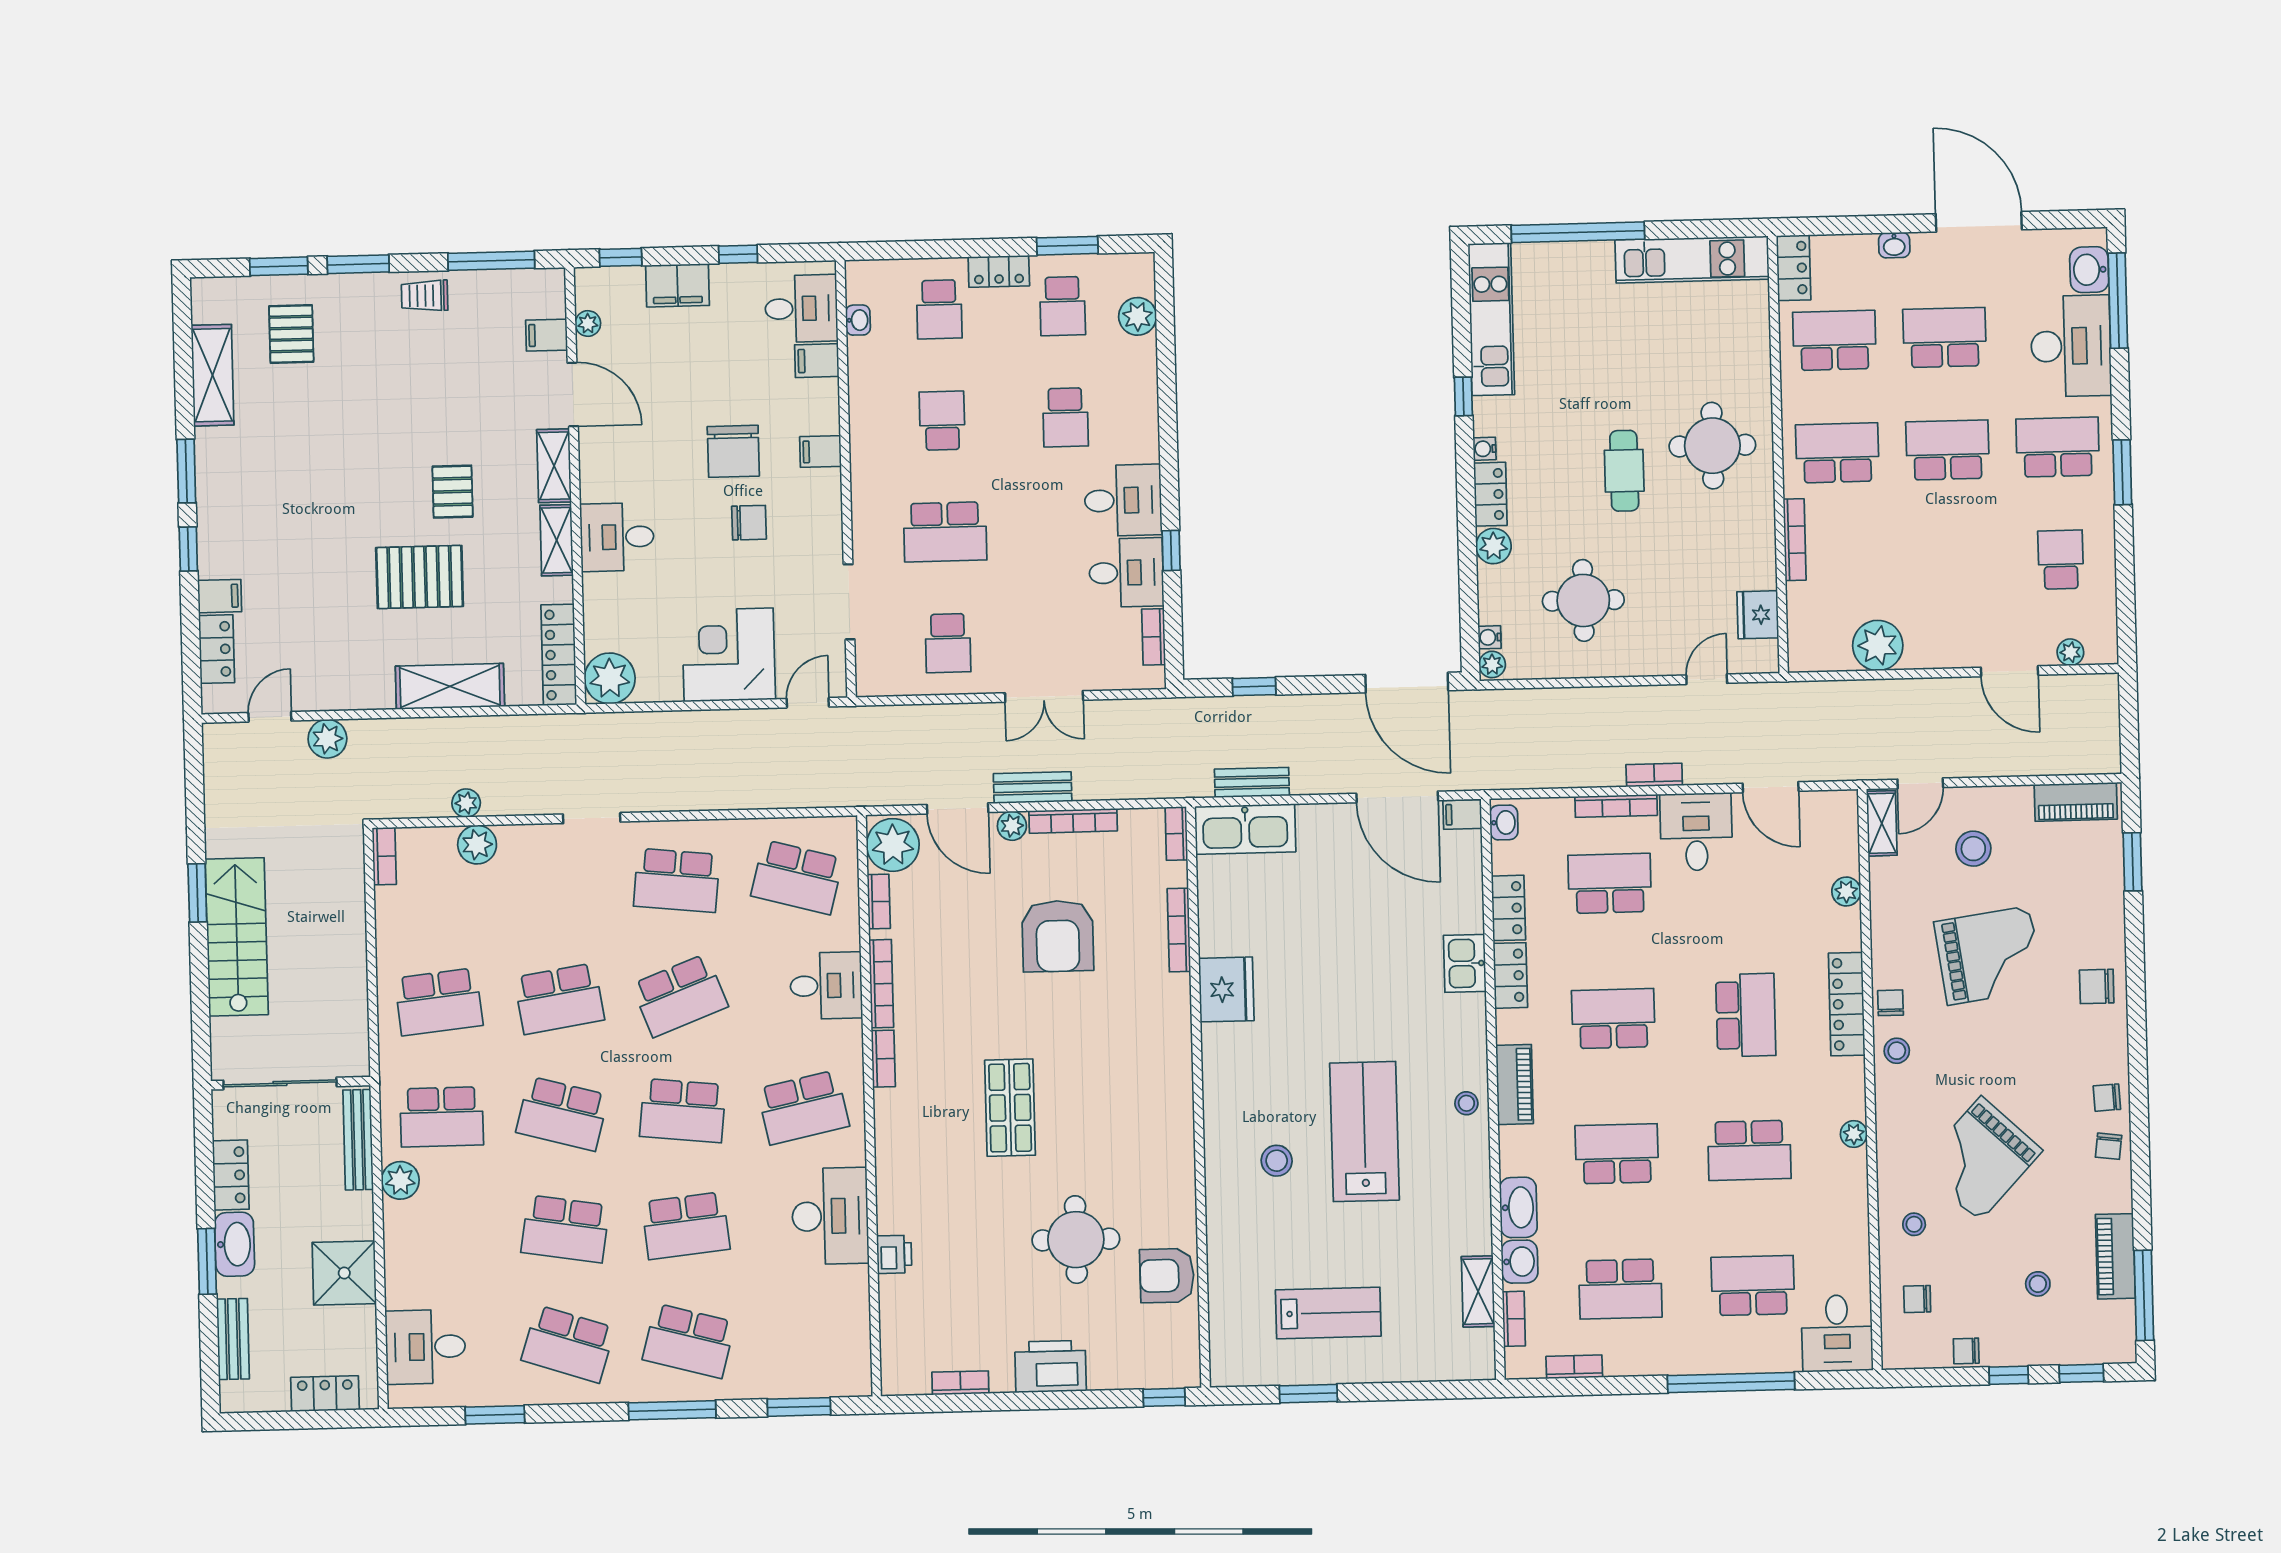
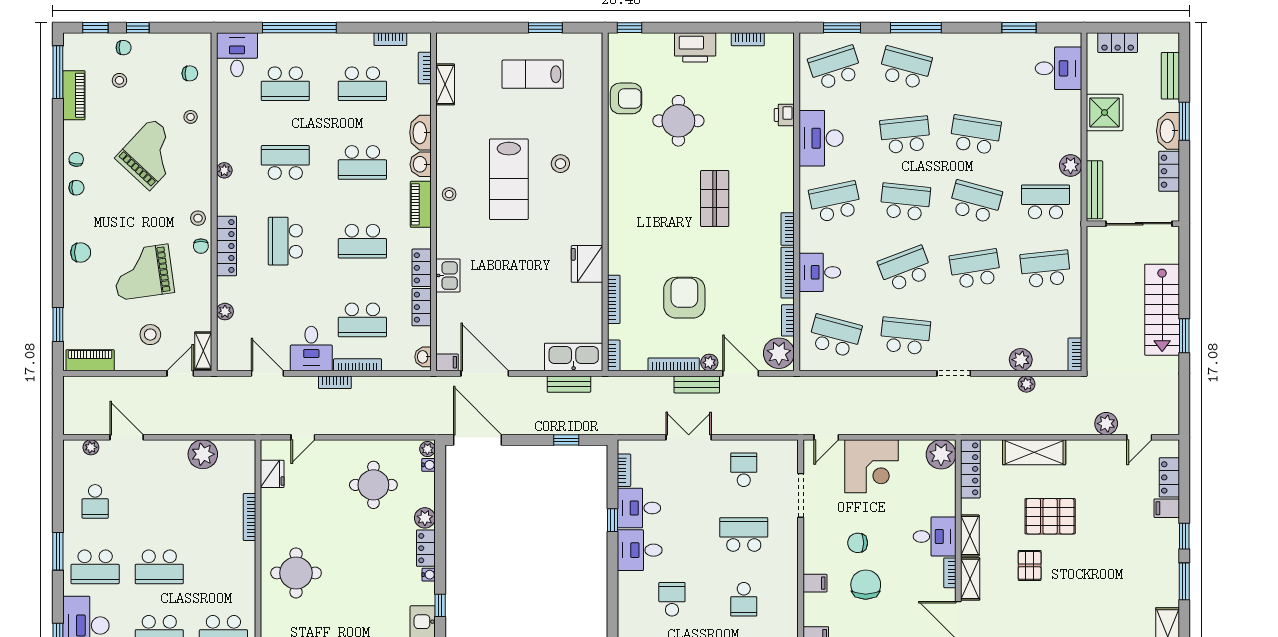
school desk: (1837, 453) -> (223, 567), removed
cafe table: (1624, 471) -> (348, 560), removed
bookcase: (589, 475) -> (950, 573), added
washbasin: (1520, 1262) -> (421, 164), moved
school desk: (1620, 1289) -> (362, 84), turned 180
school desk: (568, 1344) -> (835, 68), moved, turned -36
chair: (1966, 1351) -> (124, 48), moved

